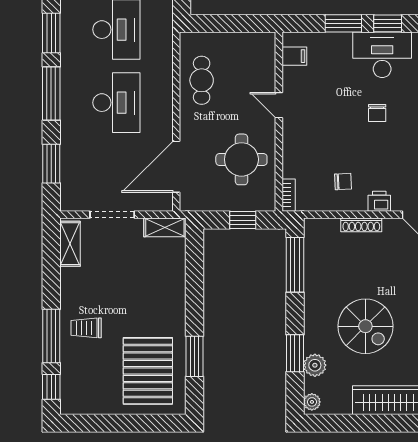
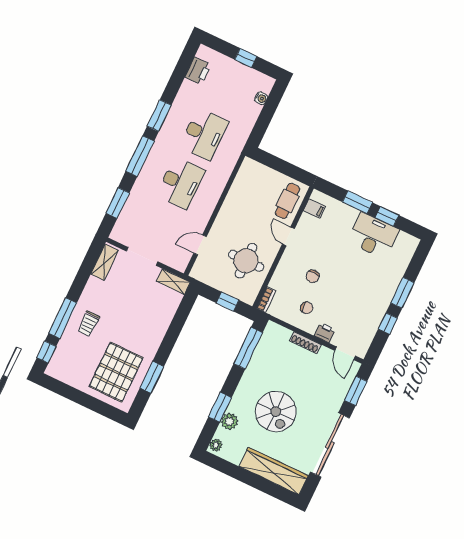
cafe table: (202, 80) -> (287, 201), moved
chair: (377, 113) -> (313, 276), moved
door: (176, 167) -> (200, 245), width x0.53
trolley: (86, 328) -> (89, 324), turned -90

